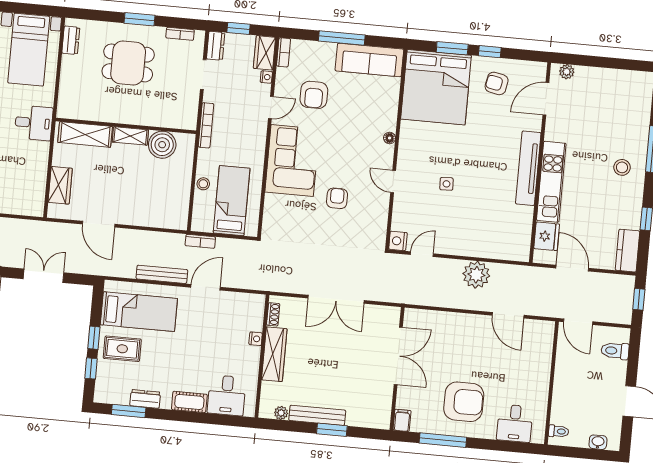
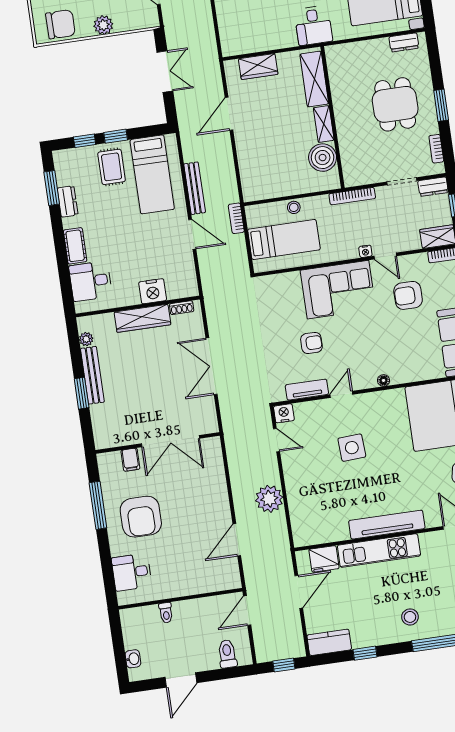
nightstand: (266, 77) -> (365, 251), moved
side table: (446, 184) -> (352, 448), width x1.87, depth x1.87
tv unit: (381, 213) -> (307, 390), added
nightstand: (256, 339) -> (153, 291), width x1.89, depth x1.79
filing cabinet: (402, 420) -> (130, 460), moved, turned 90
toilet: (559, 431) -> (166, 613), moved

